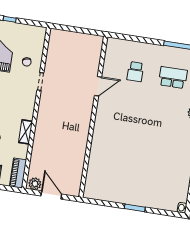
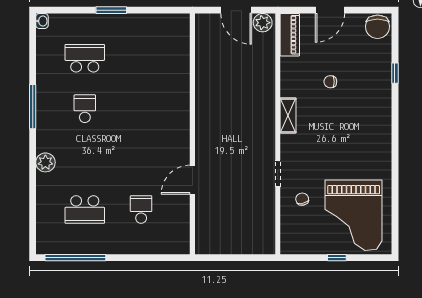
shelving: (26, 132) -> (288, 115), moved
school desk: (163, 145) -> (85, 109), added
school desk: (157, 178) -> (85, 58), added

